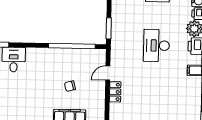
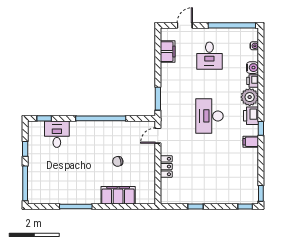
window: (72, 46) -> (101, 118), moved
door: (108, 73) -> (158, 136), moved

